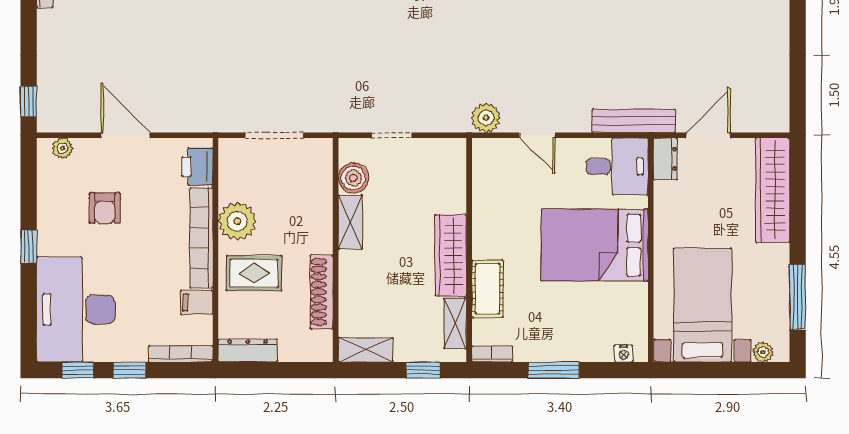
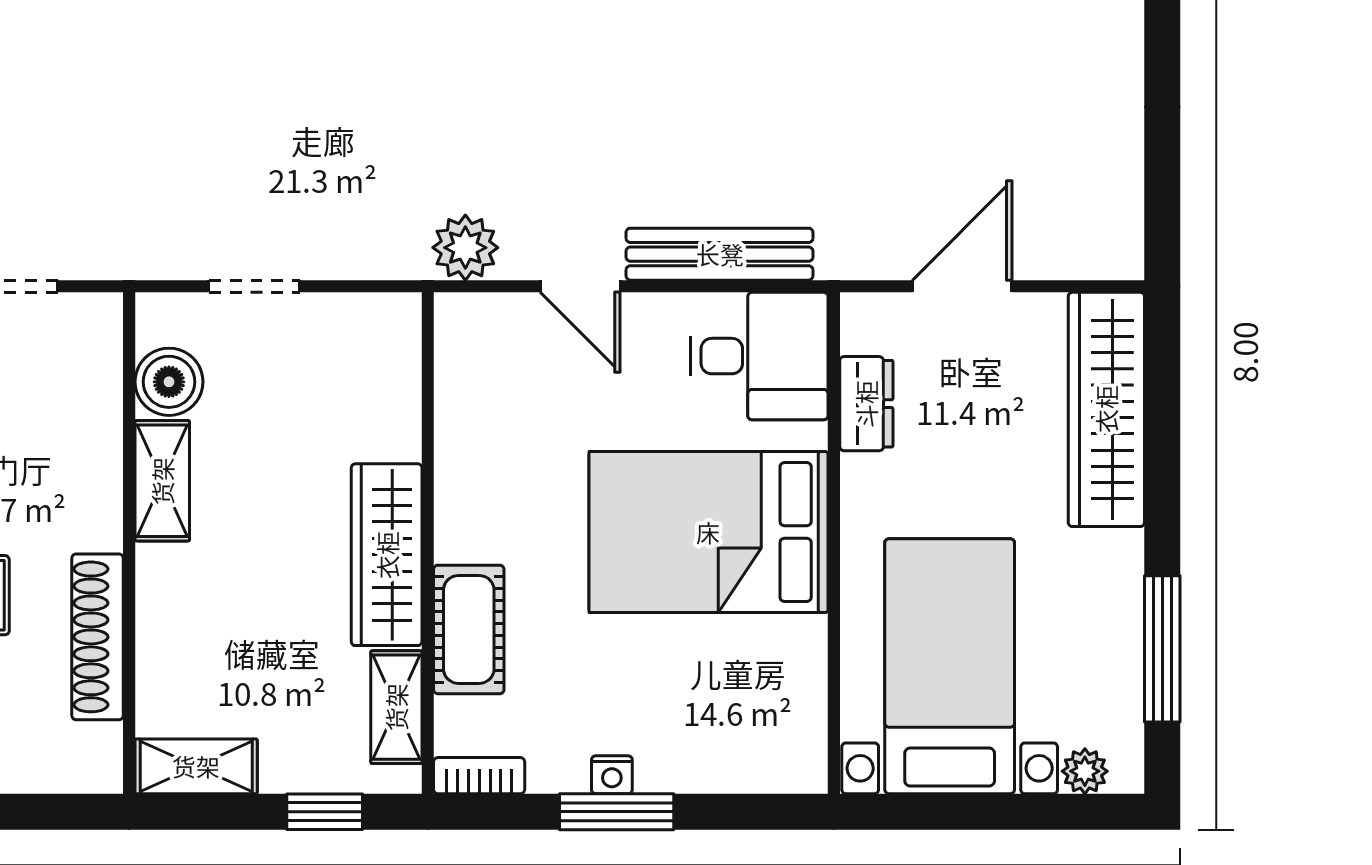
bench: (634, 121) -> (720, 254), moved
dresser: (665, 159) -> (866, 404), moved
nightstand: (624, 354) -> (612, 775), moved

